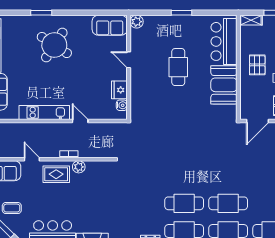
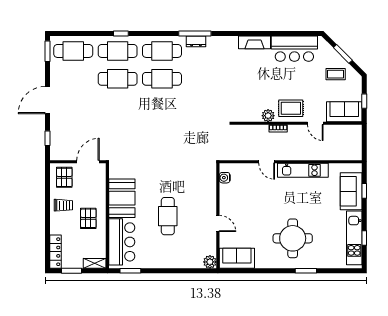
window: (181, 13) -> (130, 271), moved
round table: (54, 45) -> (293, 238), turned -33
fridge: (119, 90) -> (227, 193), removed

